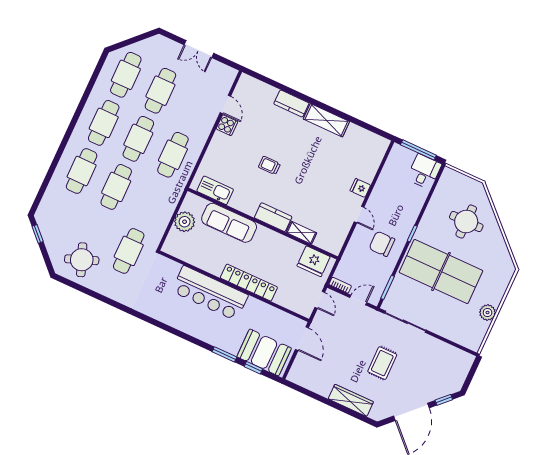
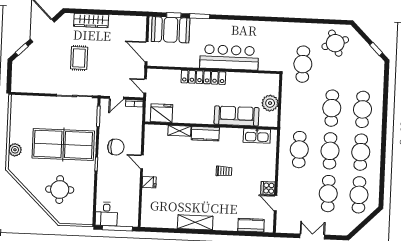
kitchen counter: (291, 103) -> (251, 225), moved
plant: (488, 313) -> (15, 150), moved

